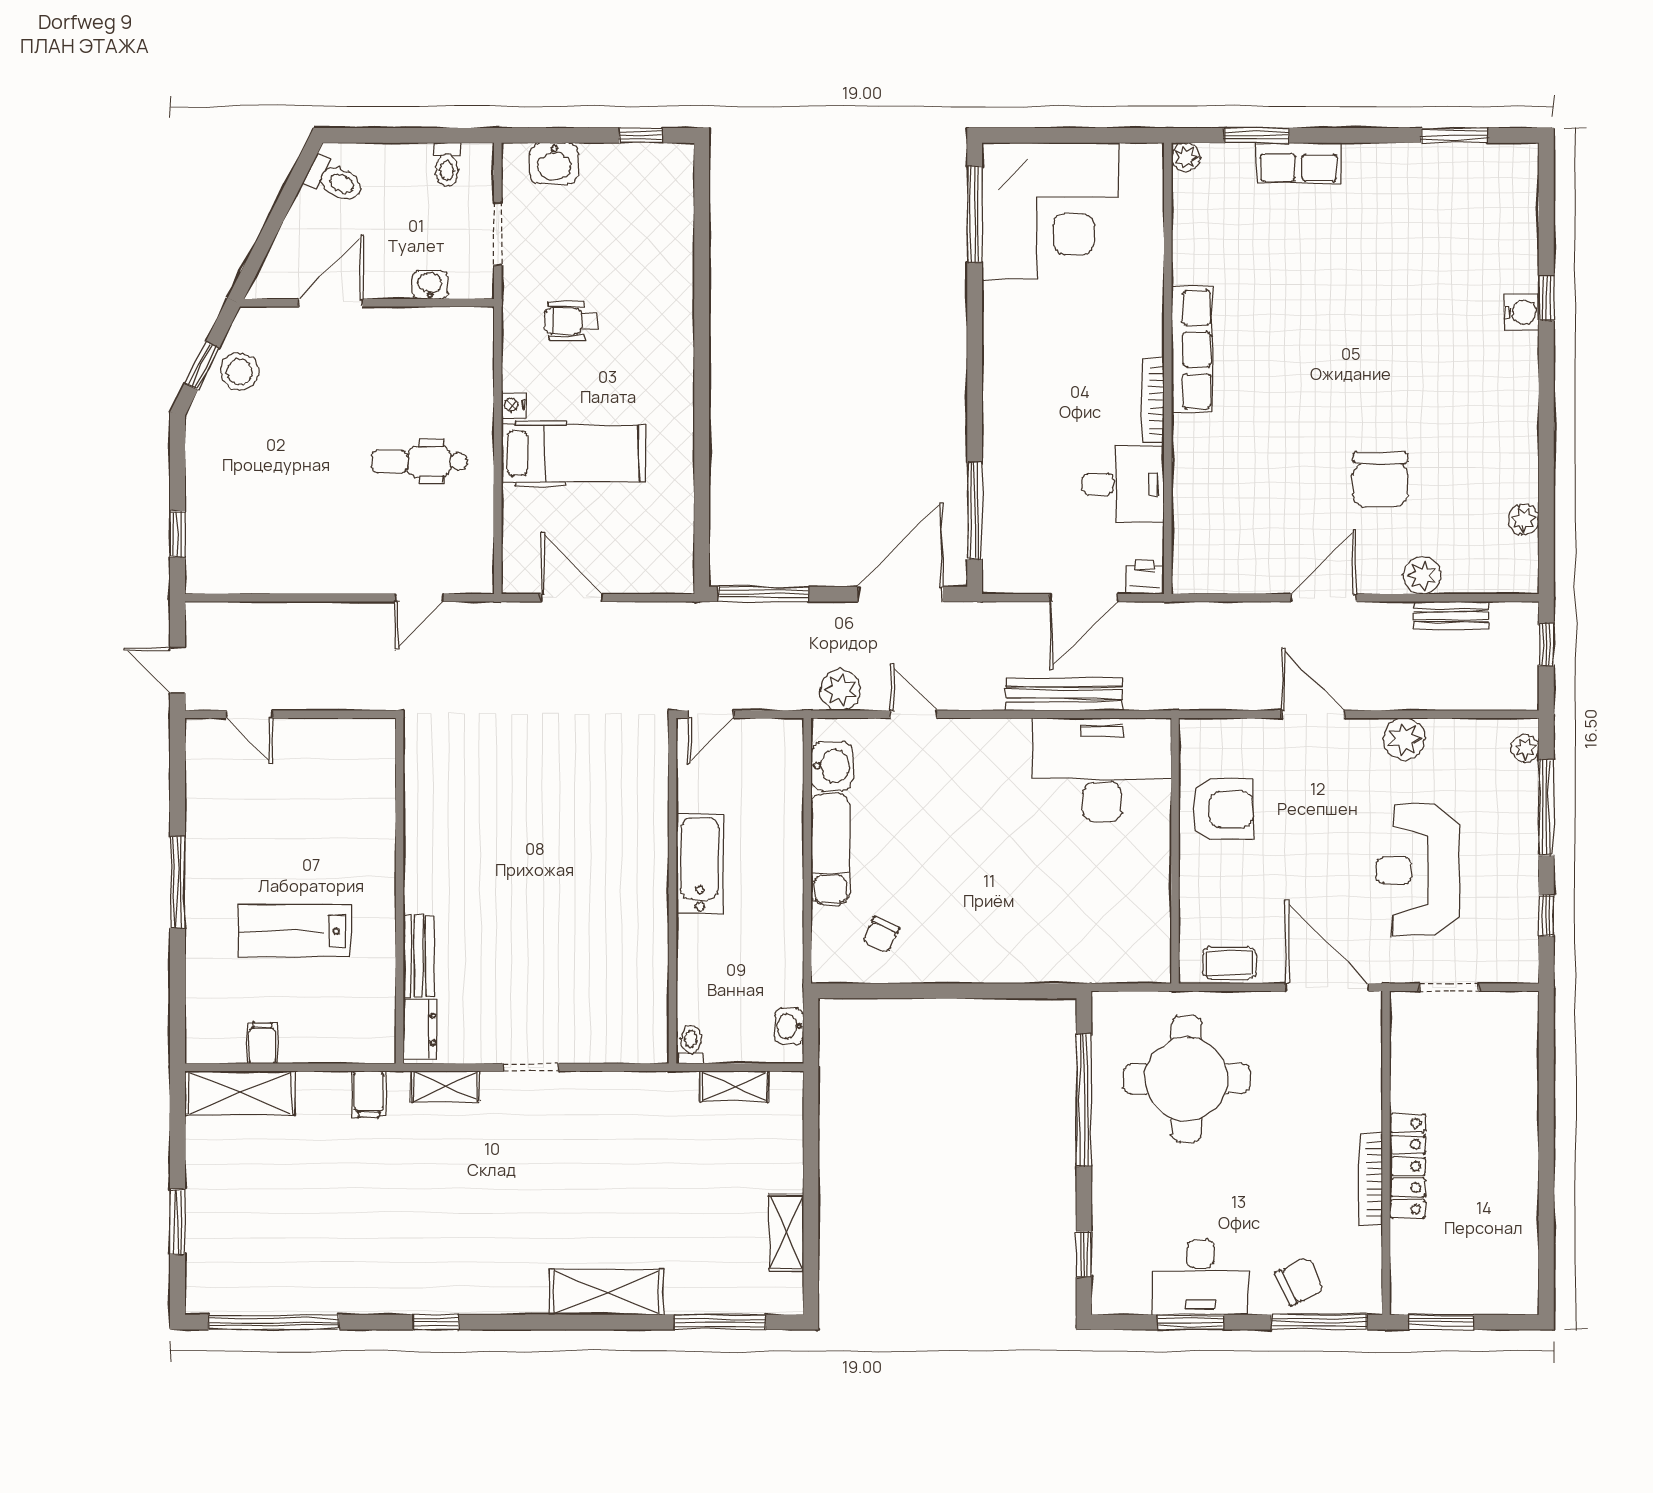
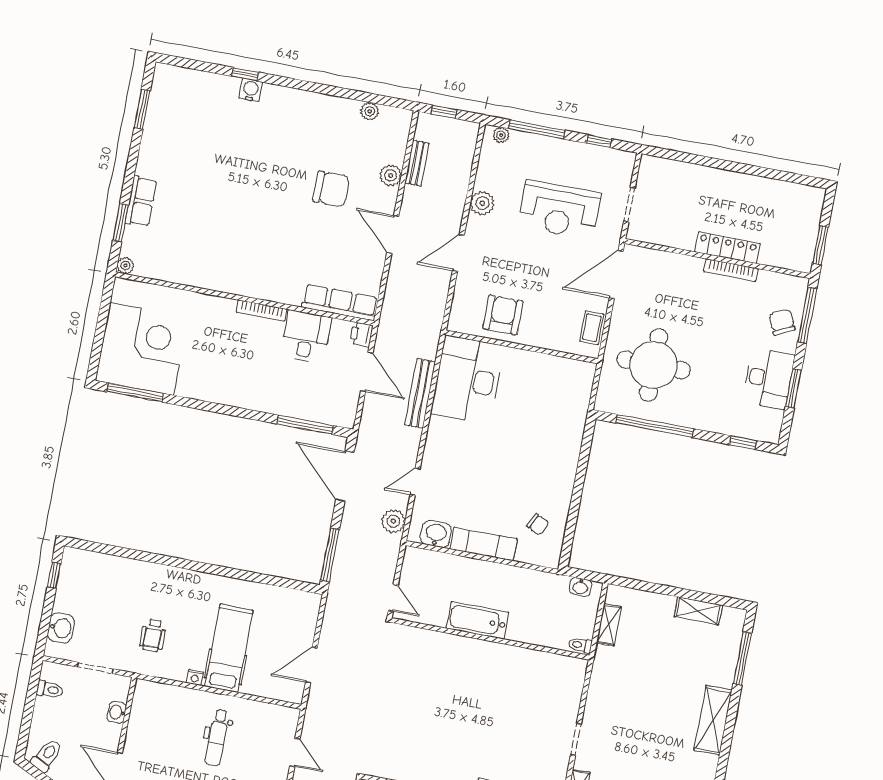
row of seats: (1192, 349) -> (340, 302), moved

